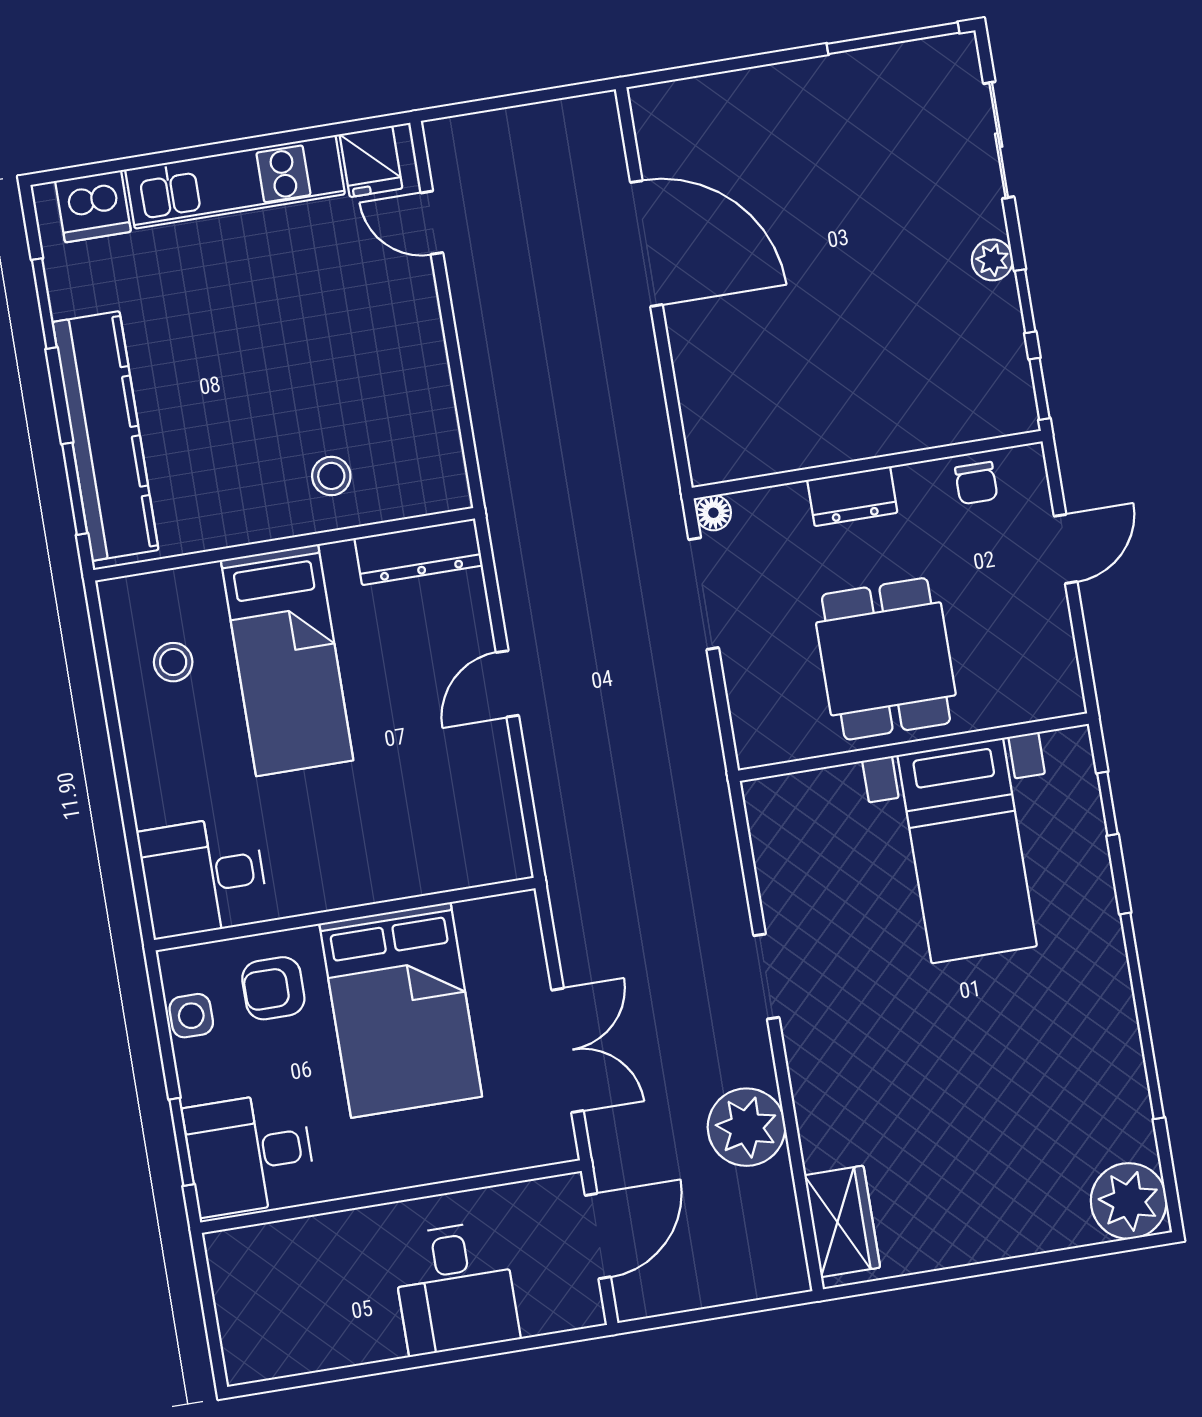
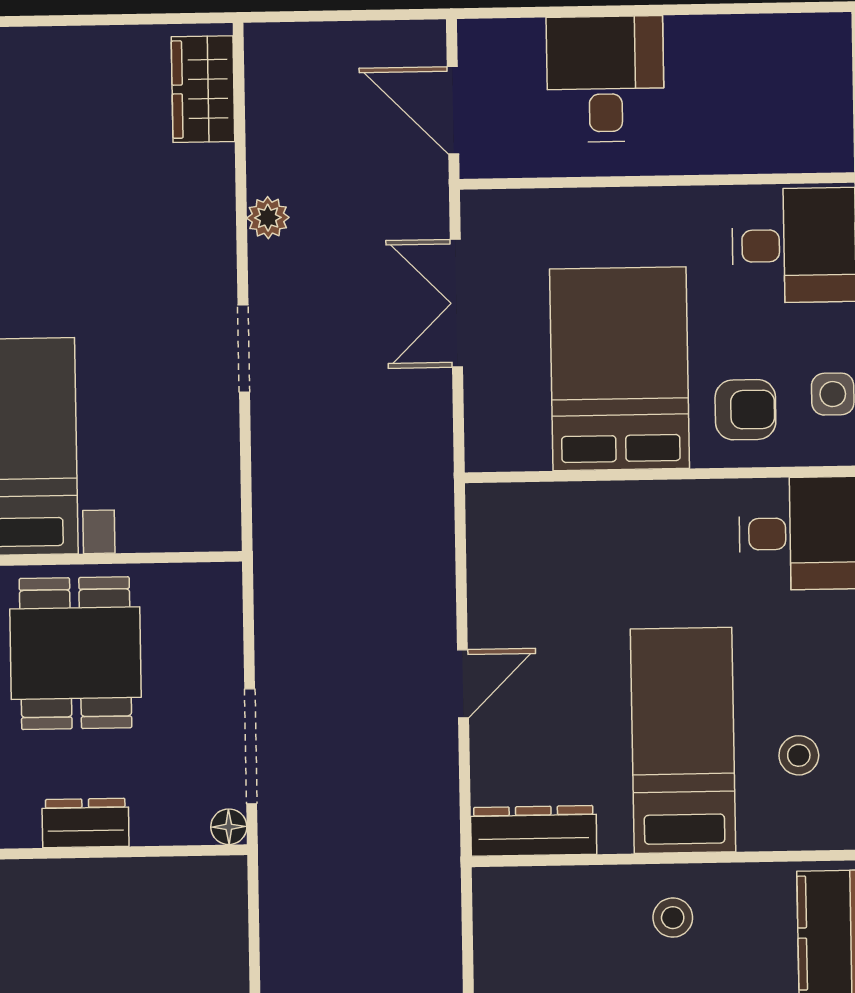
stool: (331, 476) -> (673, 918), moved
plant: (747, 1127) -> (268, 218), width x0.53, depth x0.53
door: (598, 1236) -> (453, 110), hinge flipped

